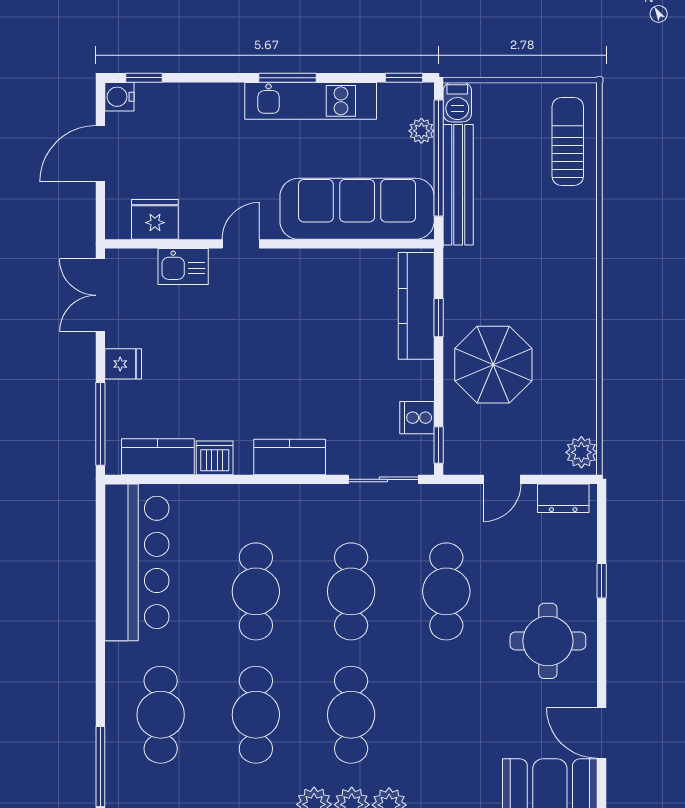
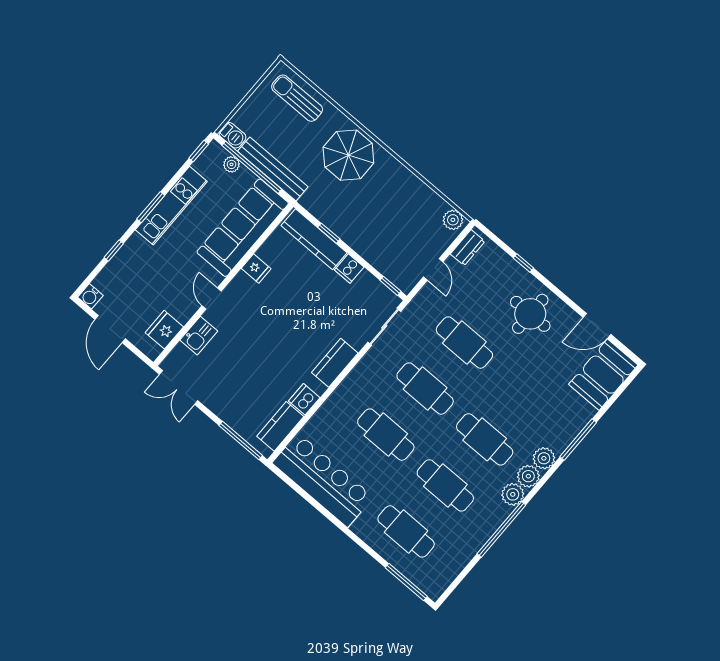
window: (144, 78) -> (114, 250), moved
fridge: (123, 364) -> (256, 269), moved, turned 90
parasol: (493, 365) -> (348, 155), moved
cooker: (417, 418) -> (349, 269), moved

